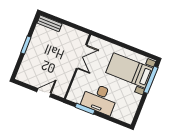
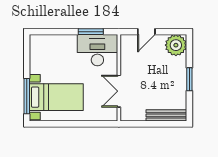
bench: (49, 23) -> (166, 115), width x1.36
plant: (26, 74) -> (176, 45), added
desk: (100, 99) -> (97, 50), moved

